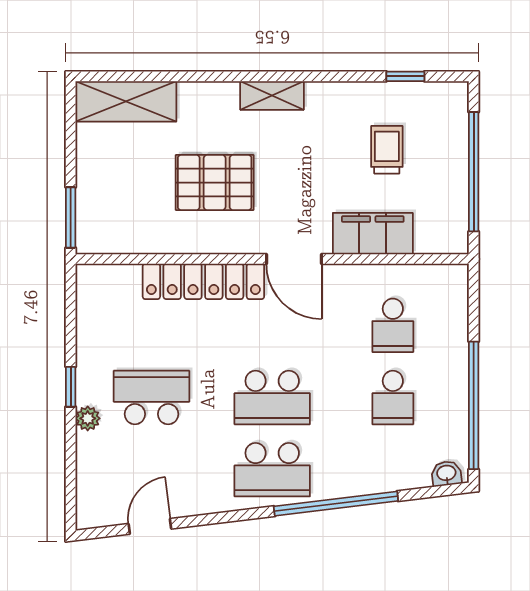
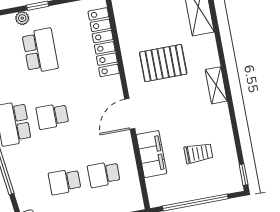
window: (405, 76) -> (244, 175), moved
pallet: (215, 183) -> (163, 63), turned 90
locker: (203, 281) -> (104, 42), moved
school desk: (272, 398) -> (52, 116), width x0.54

